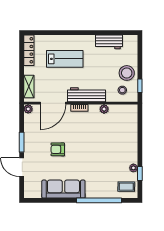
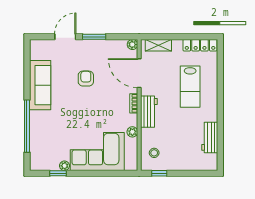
stool: (127, 73) -> (174, 158), removed
workbench: (86, 95) -> (149, 112), width x0.73
corner sofa: (121, 139) -> (97, 151), added
coffee table: (126, 187) -> (43, 157), removed

